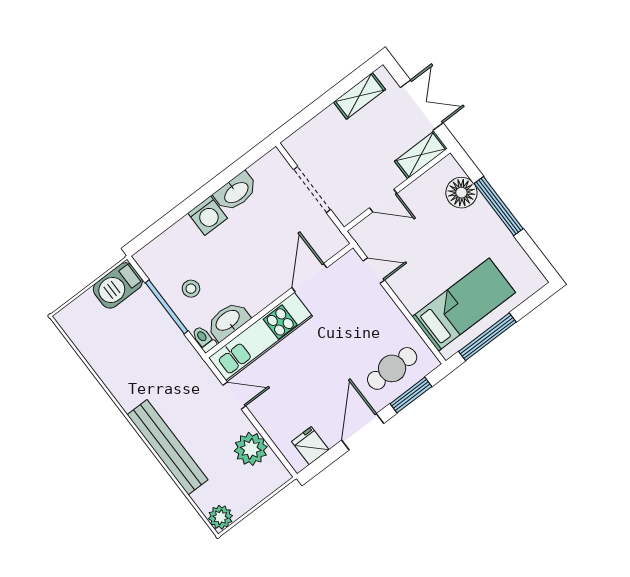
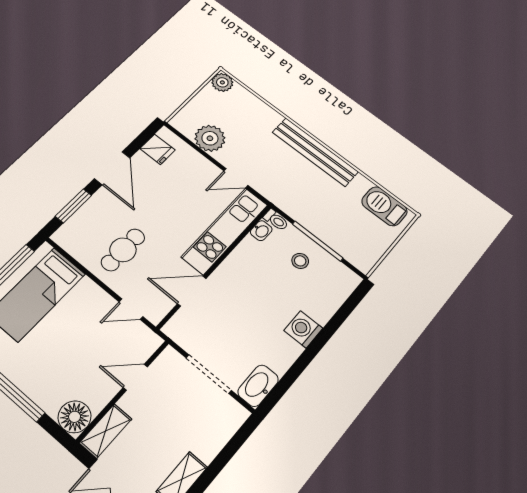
washbasin: (236, 192) -> (258, 386), moved
floor lamp: (461, 193) -> (75, 417), moved
door: (309, 278) -> (192, 291), swing flipped
barbecue: (118, 285) -> (384, 206), moved, turned -90
washbasin: (228, 321) -> (261, 231), width x0.52, depth x0.69
cafe table: (392, 368) -> (123, 250), moved
bench: (168, 447) -> (315, 152), moved

